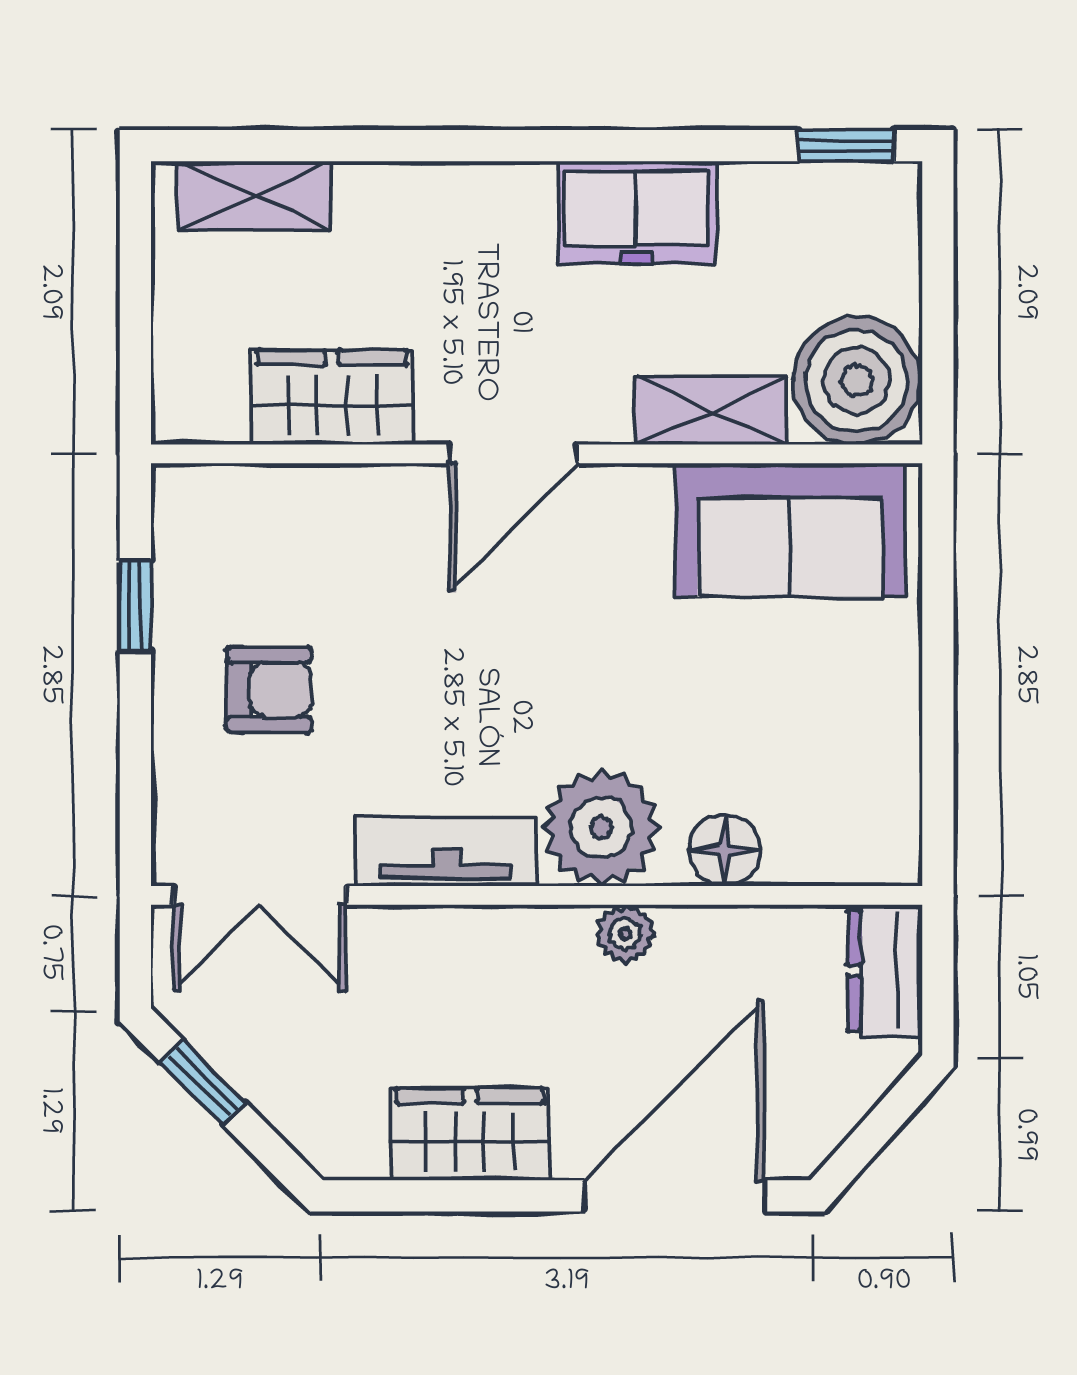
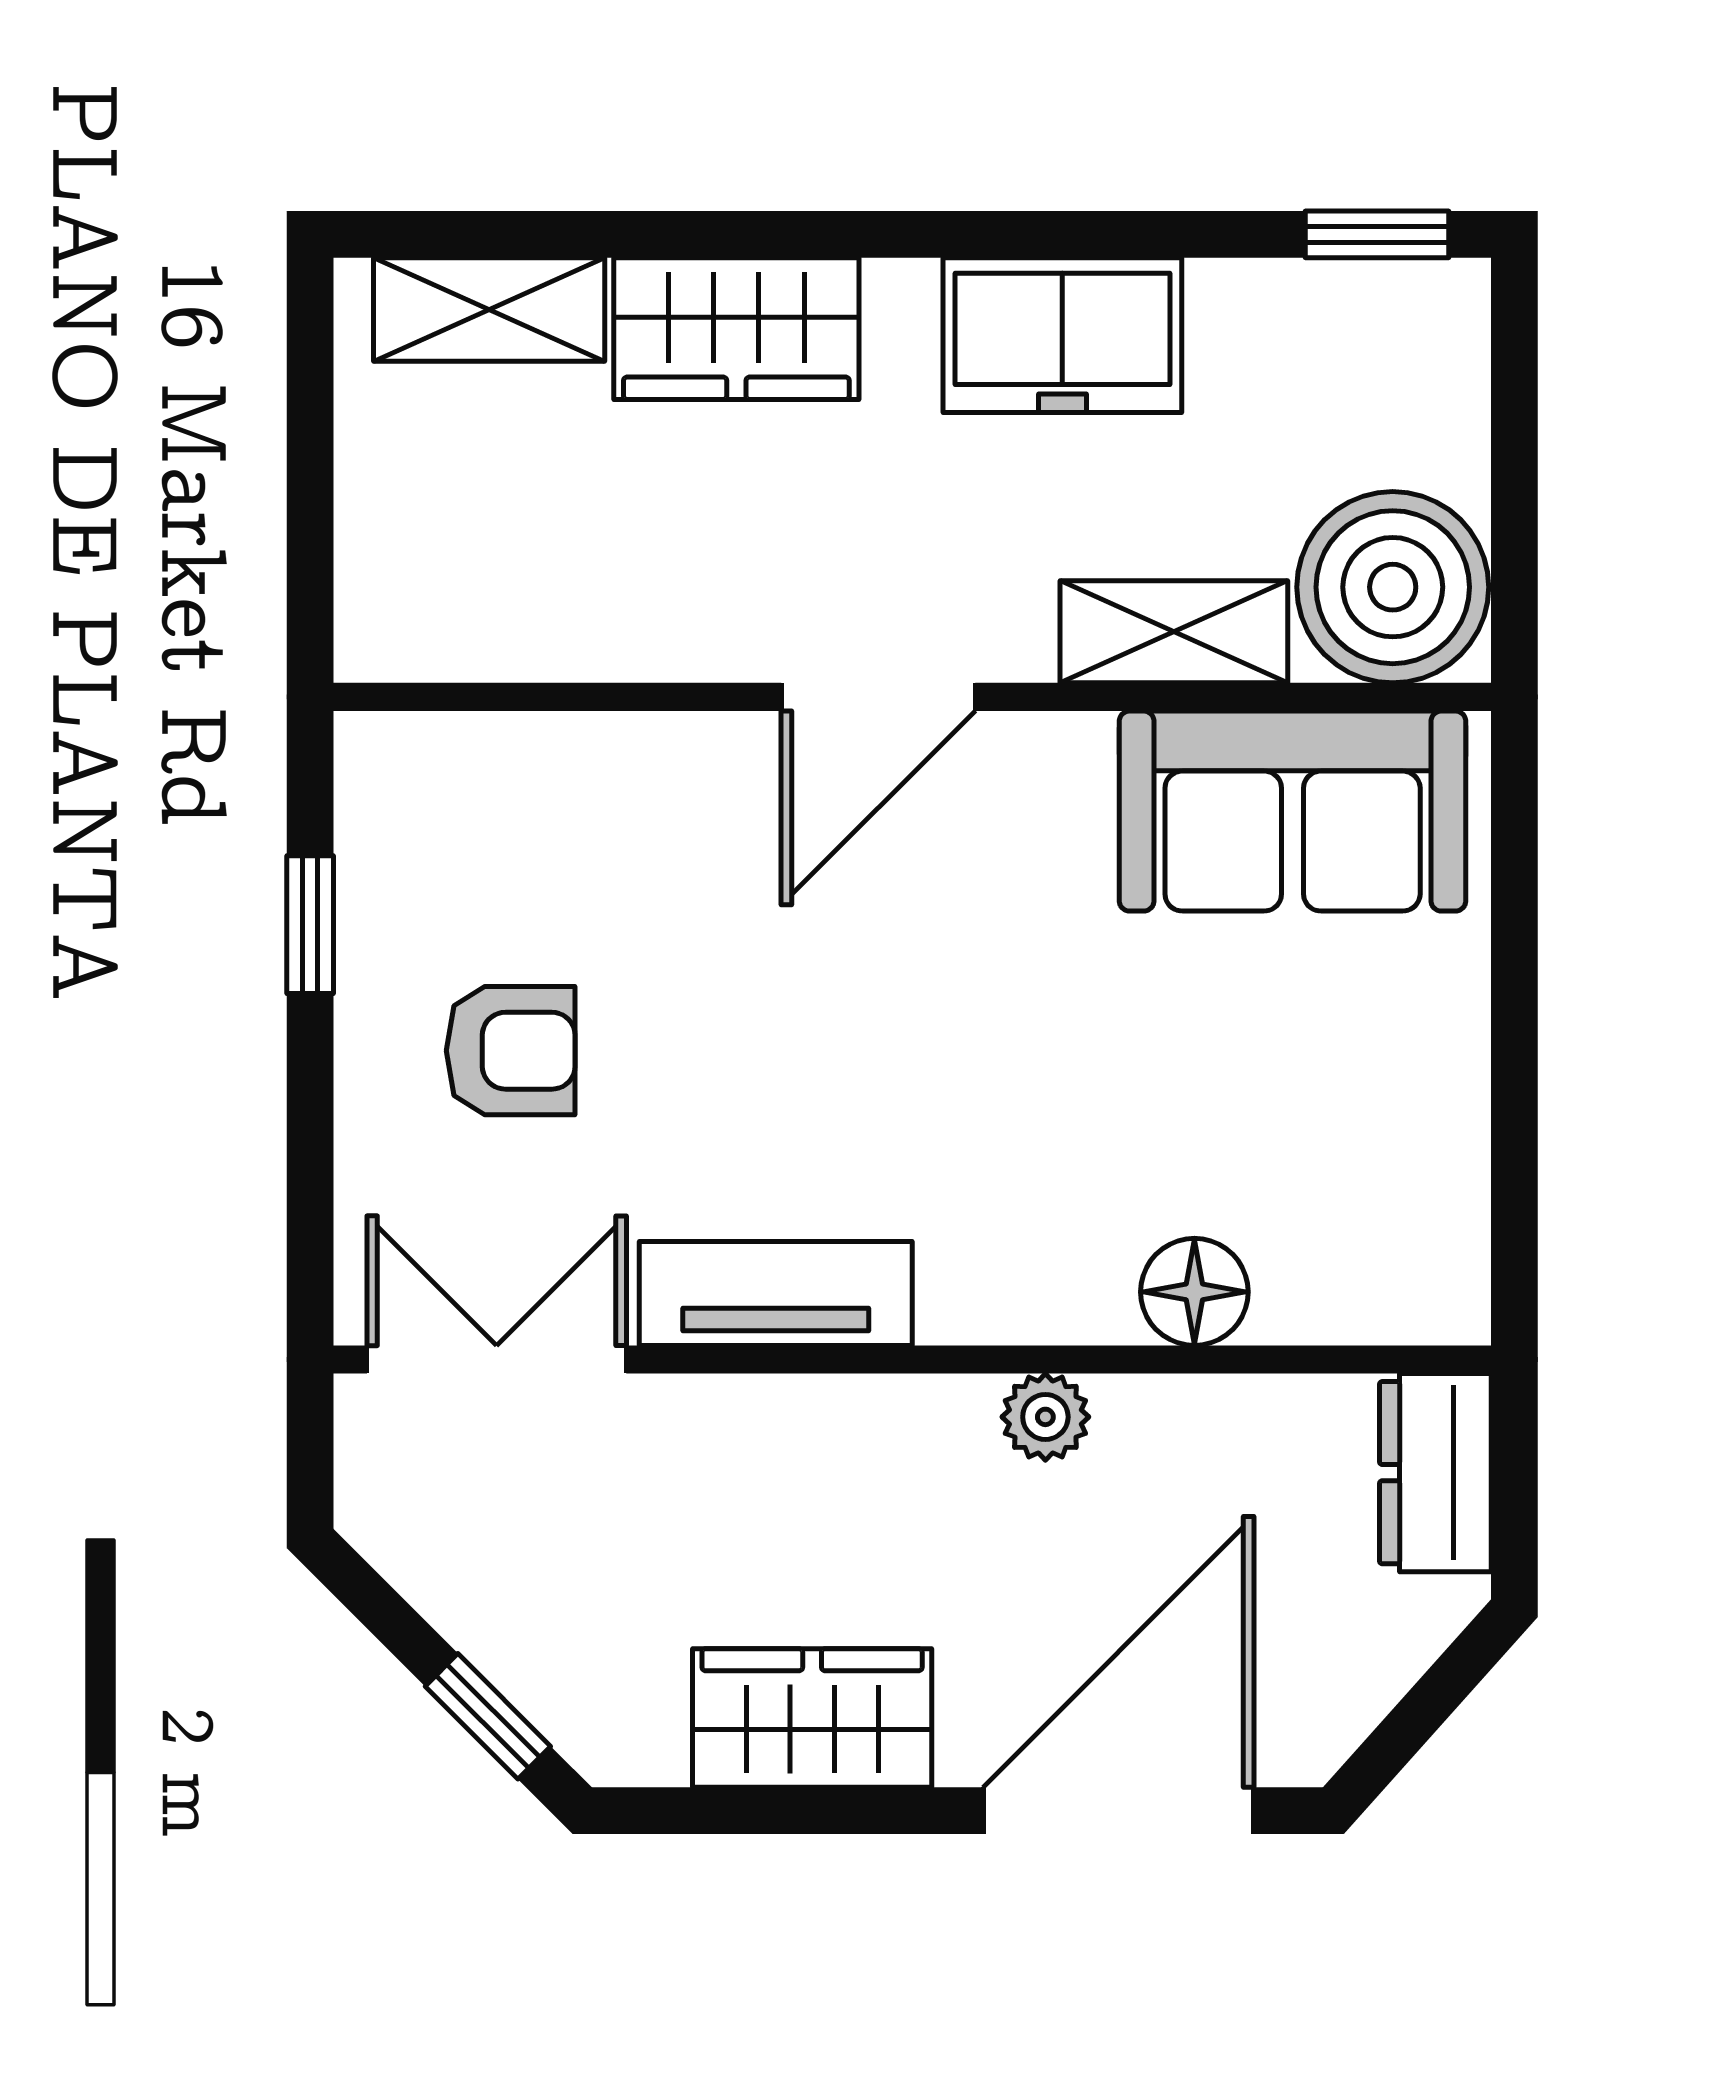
wardrobe: (332, 397) -> (736, 329), moved, turned 180
plant: (601, 828) -> (1009, 1258), removed
double door: (260, 895) -> (497, 1360), swing flipped
window: (203, 1082) -> (488, 1716), moved

